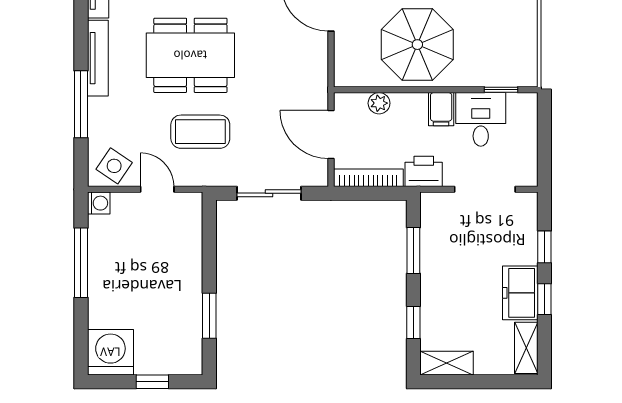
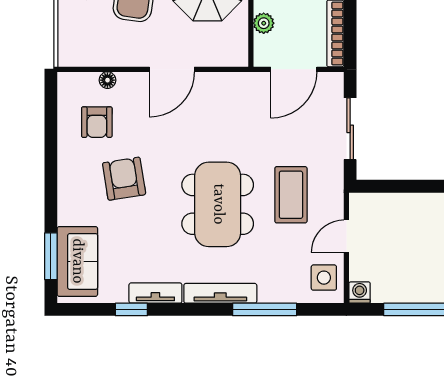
side table: (114, 166) -> (324, 278), turned -34

